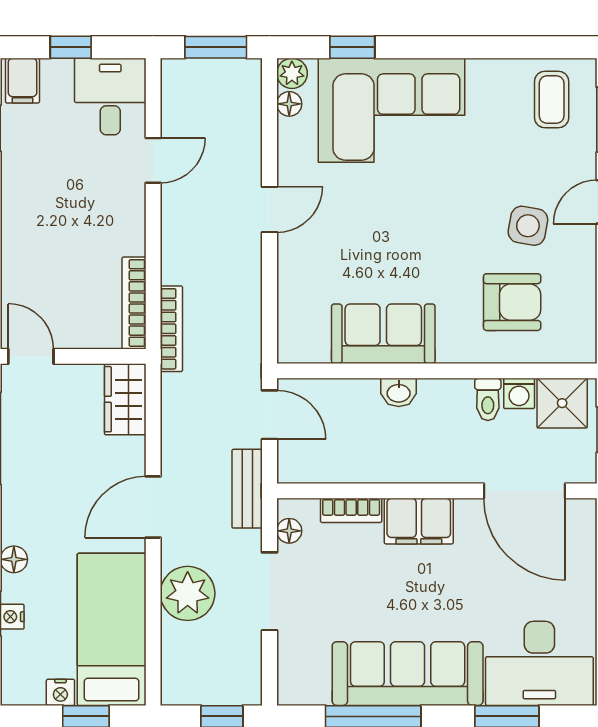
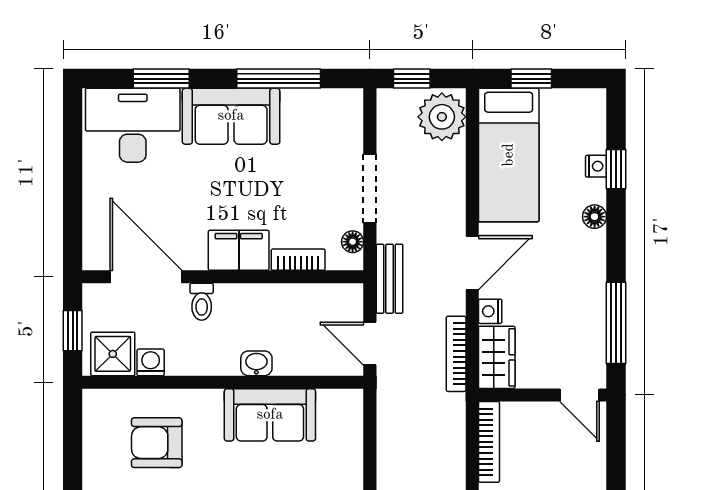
bookcase: (171, 329) -> (456, 354), moved
toilet: (488, 399) -> (202, 302), moved, turned 180
plant: (188, 593) -> (442, 117), moved
sofa: (408, 674) -> (231, 116), width x0.73
nightstand: (60, 692) -> (490, 311), moved, turned -90

